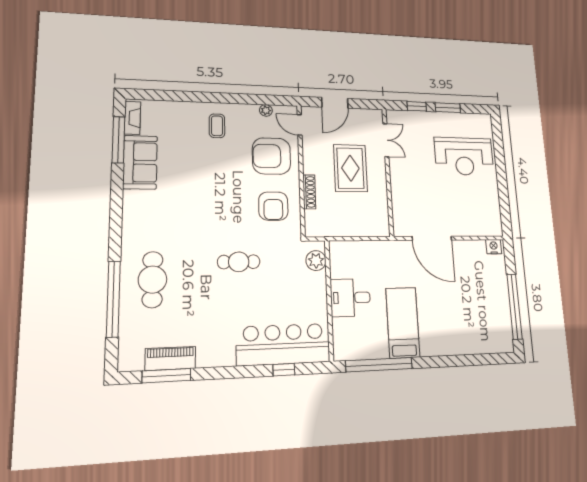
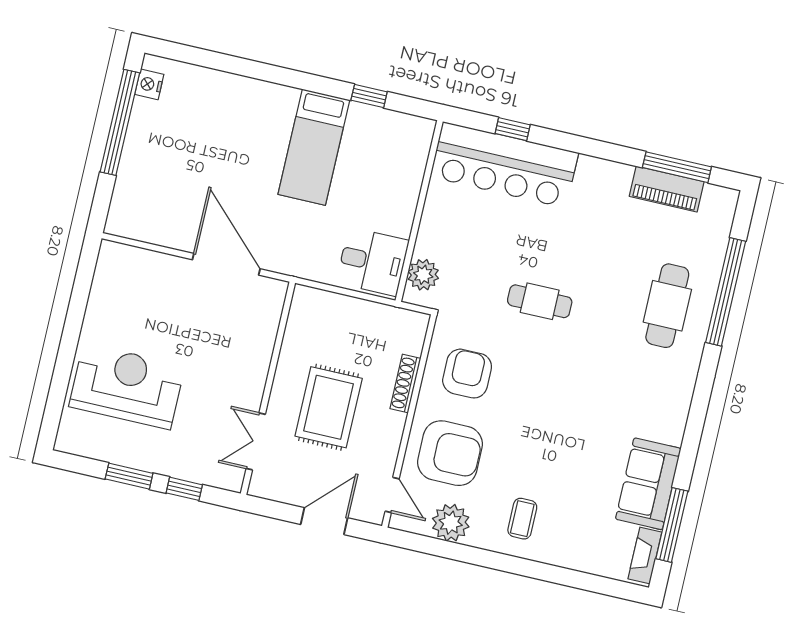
plant: (266, 110) -> (451, 523), width x1.88, depth x1.88
nightstand: (494, 247) -> (149, 84), moved, turned 90
desk: (350, 298) -> (373, 262), moved
window: (379, 365) -> (369, 96), width x0.32

